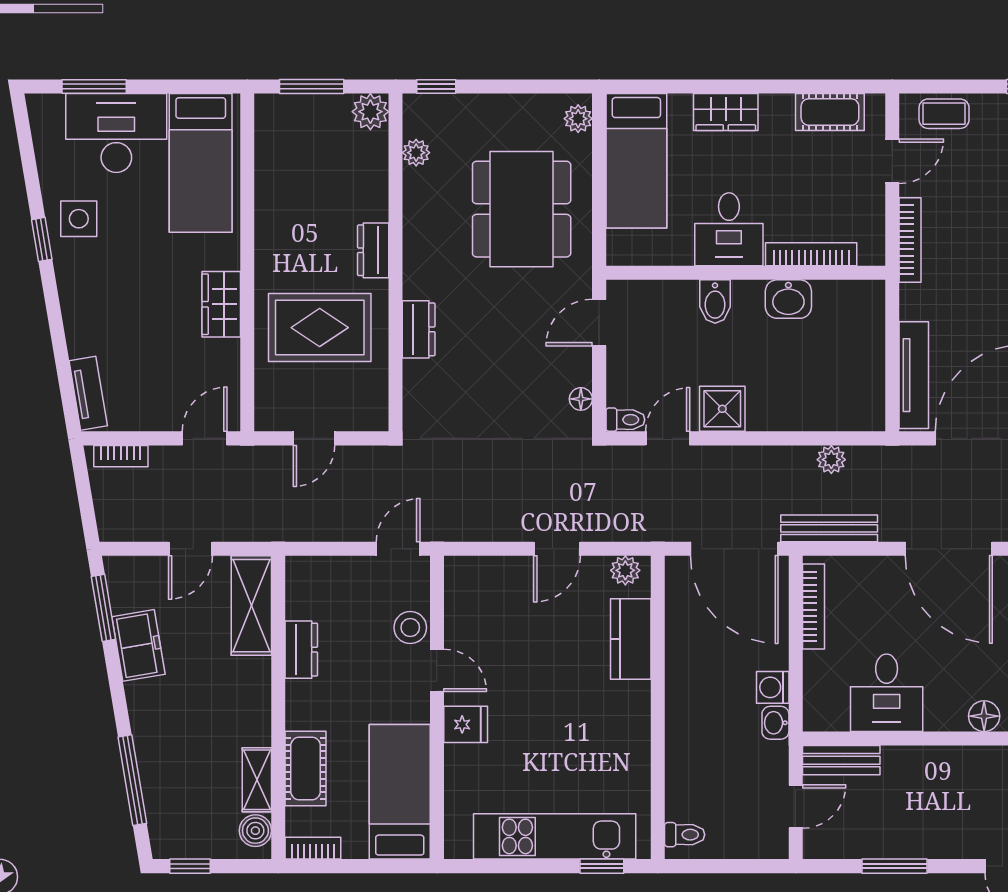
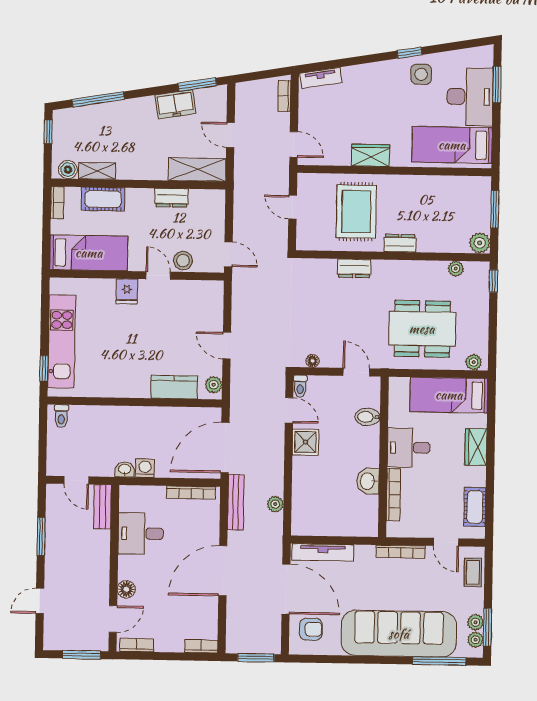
bidet: (715, 302) -> (368, 417), moved
door: (437, 670) -> (158, 275), swing flipped

